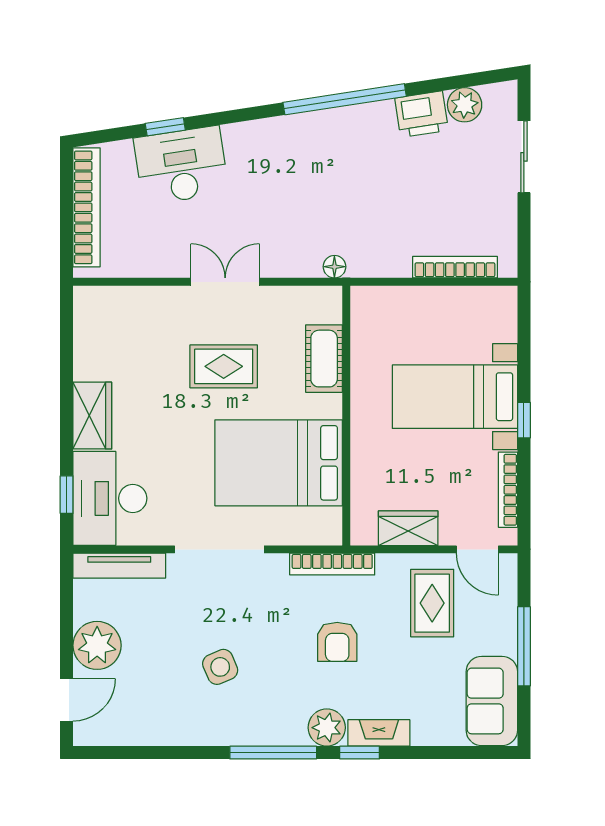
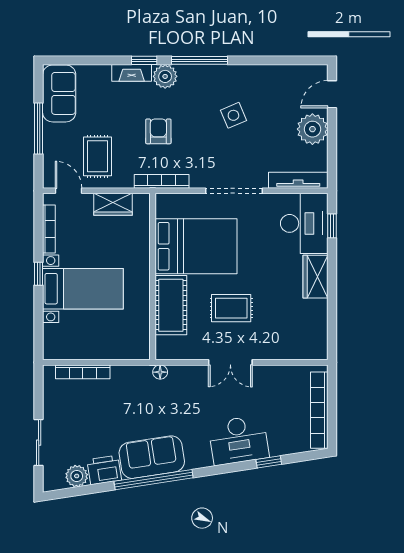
sofa: (348, 134) -> (152, 457), added
desk: (181, 165) -> (239, 440), moved
cot: (324, 359) -> (171, 305), width x1.37, depth x1.34

